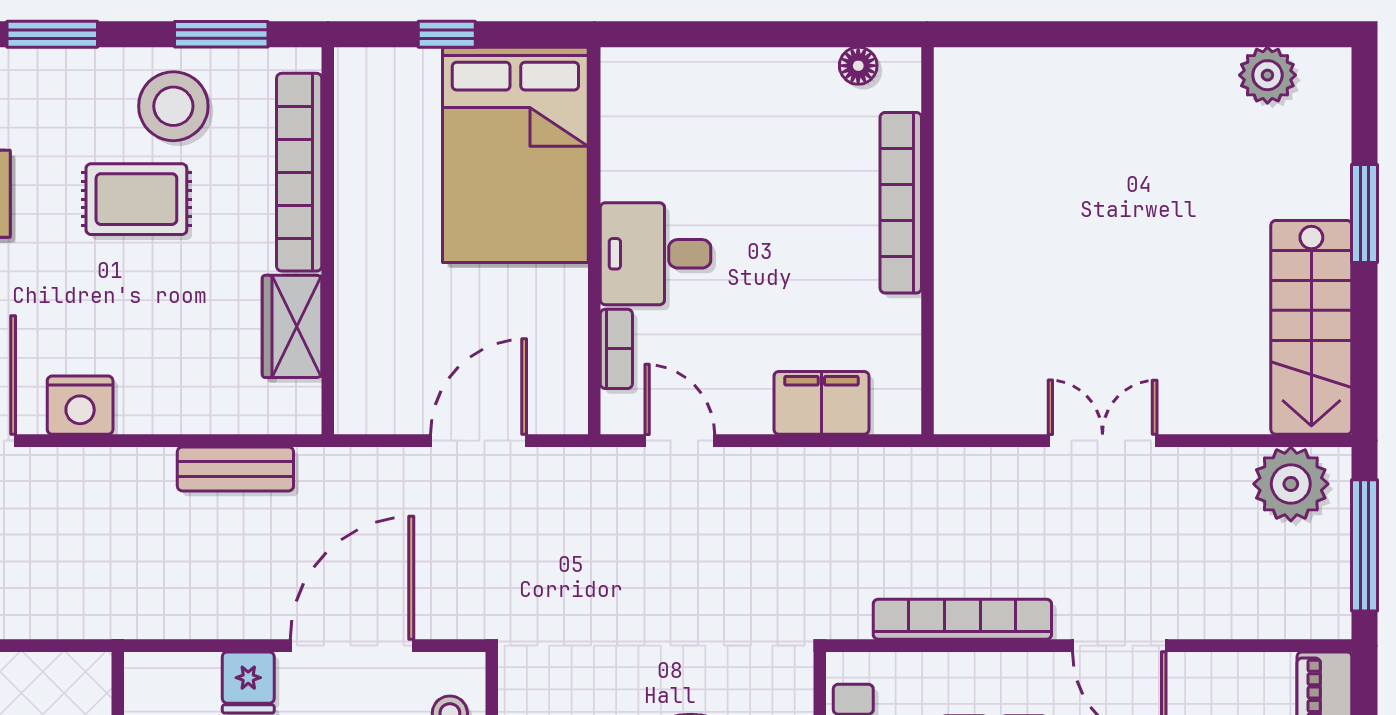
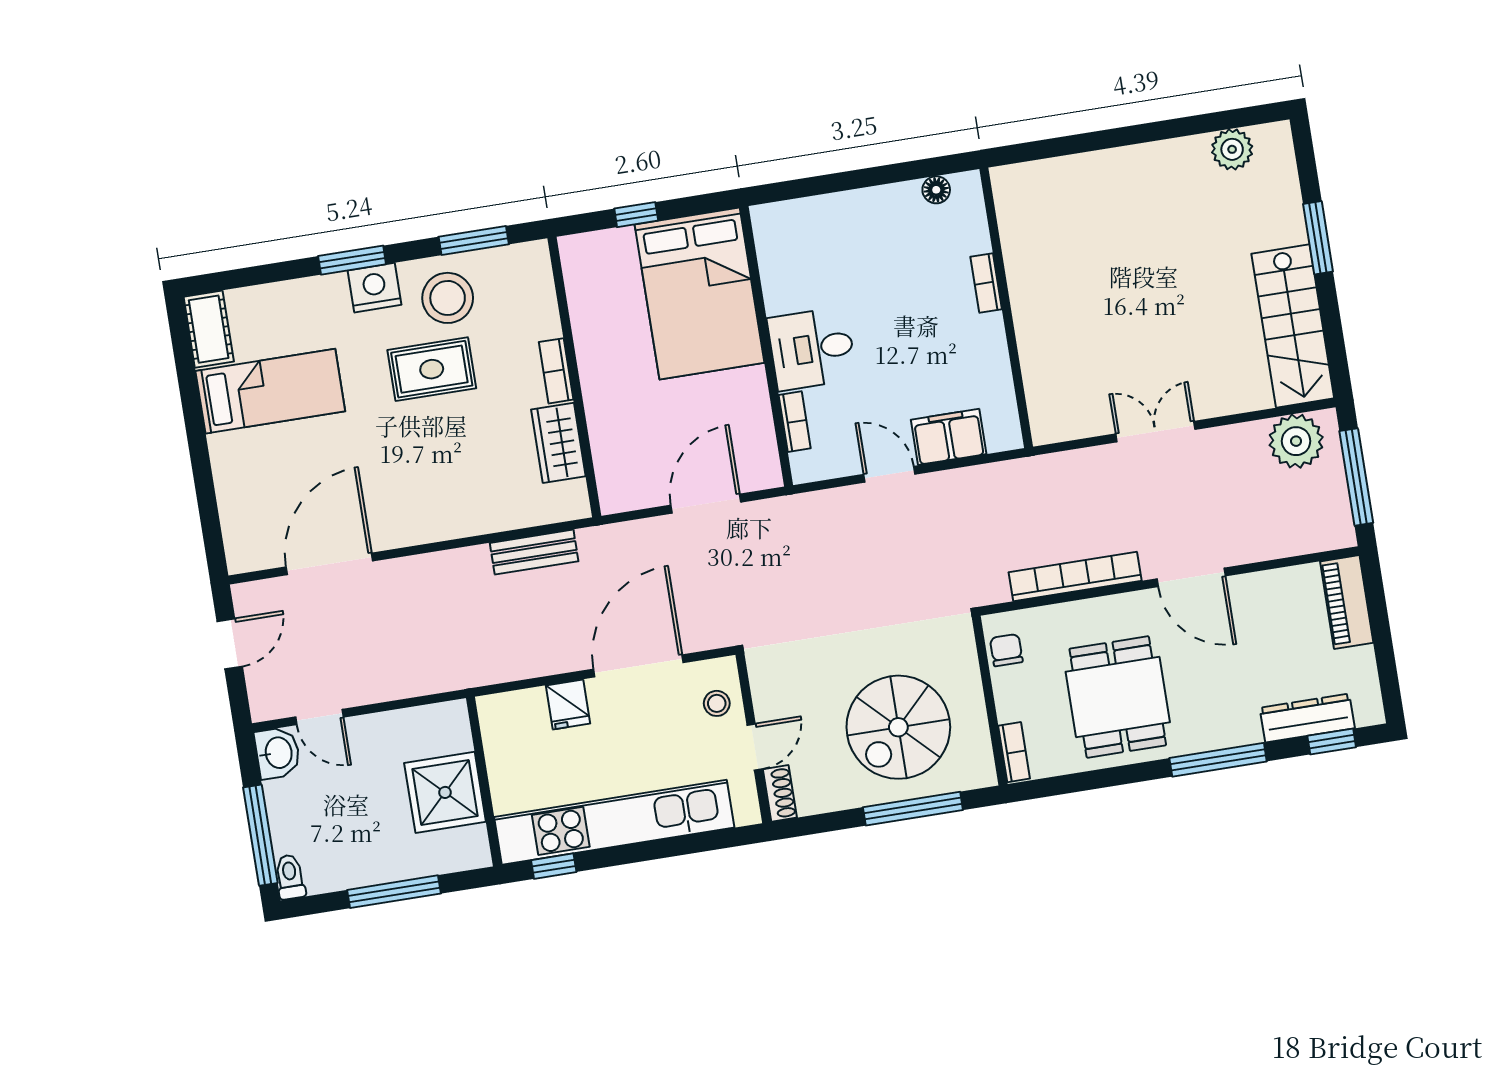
bookcase: (299, 172) -> (556, 371), width x0.43, depth x0.76
bookcase: (901, 203) -> (986, 283), width x0.43, depth x0.76
nightstand: (80, 405) -> (374, 288), moved, turned 180
door: (680, 441) -> (889, 474), moved

